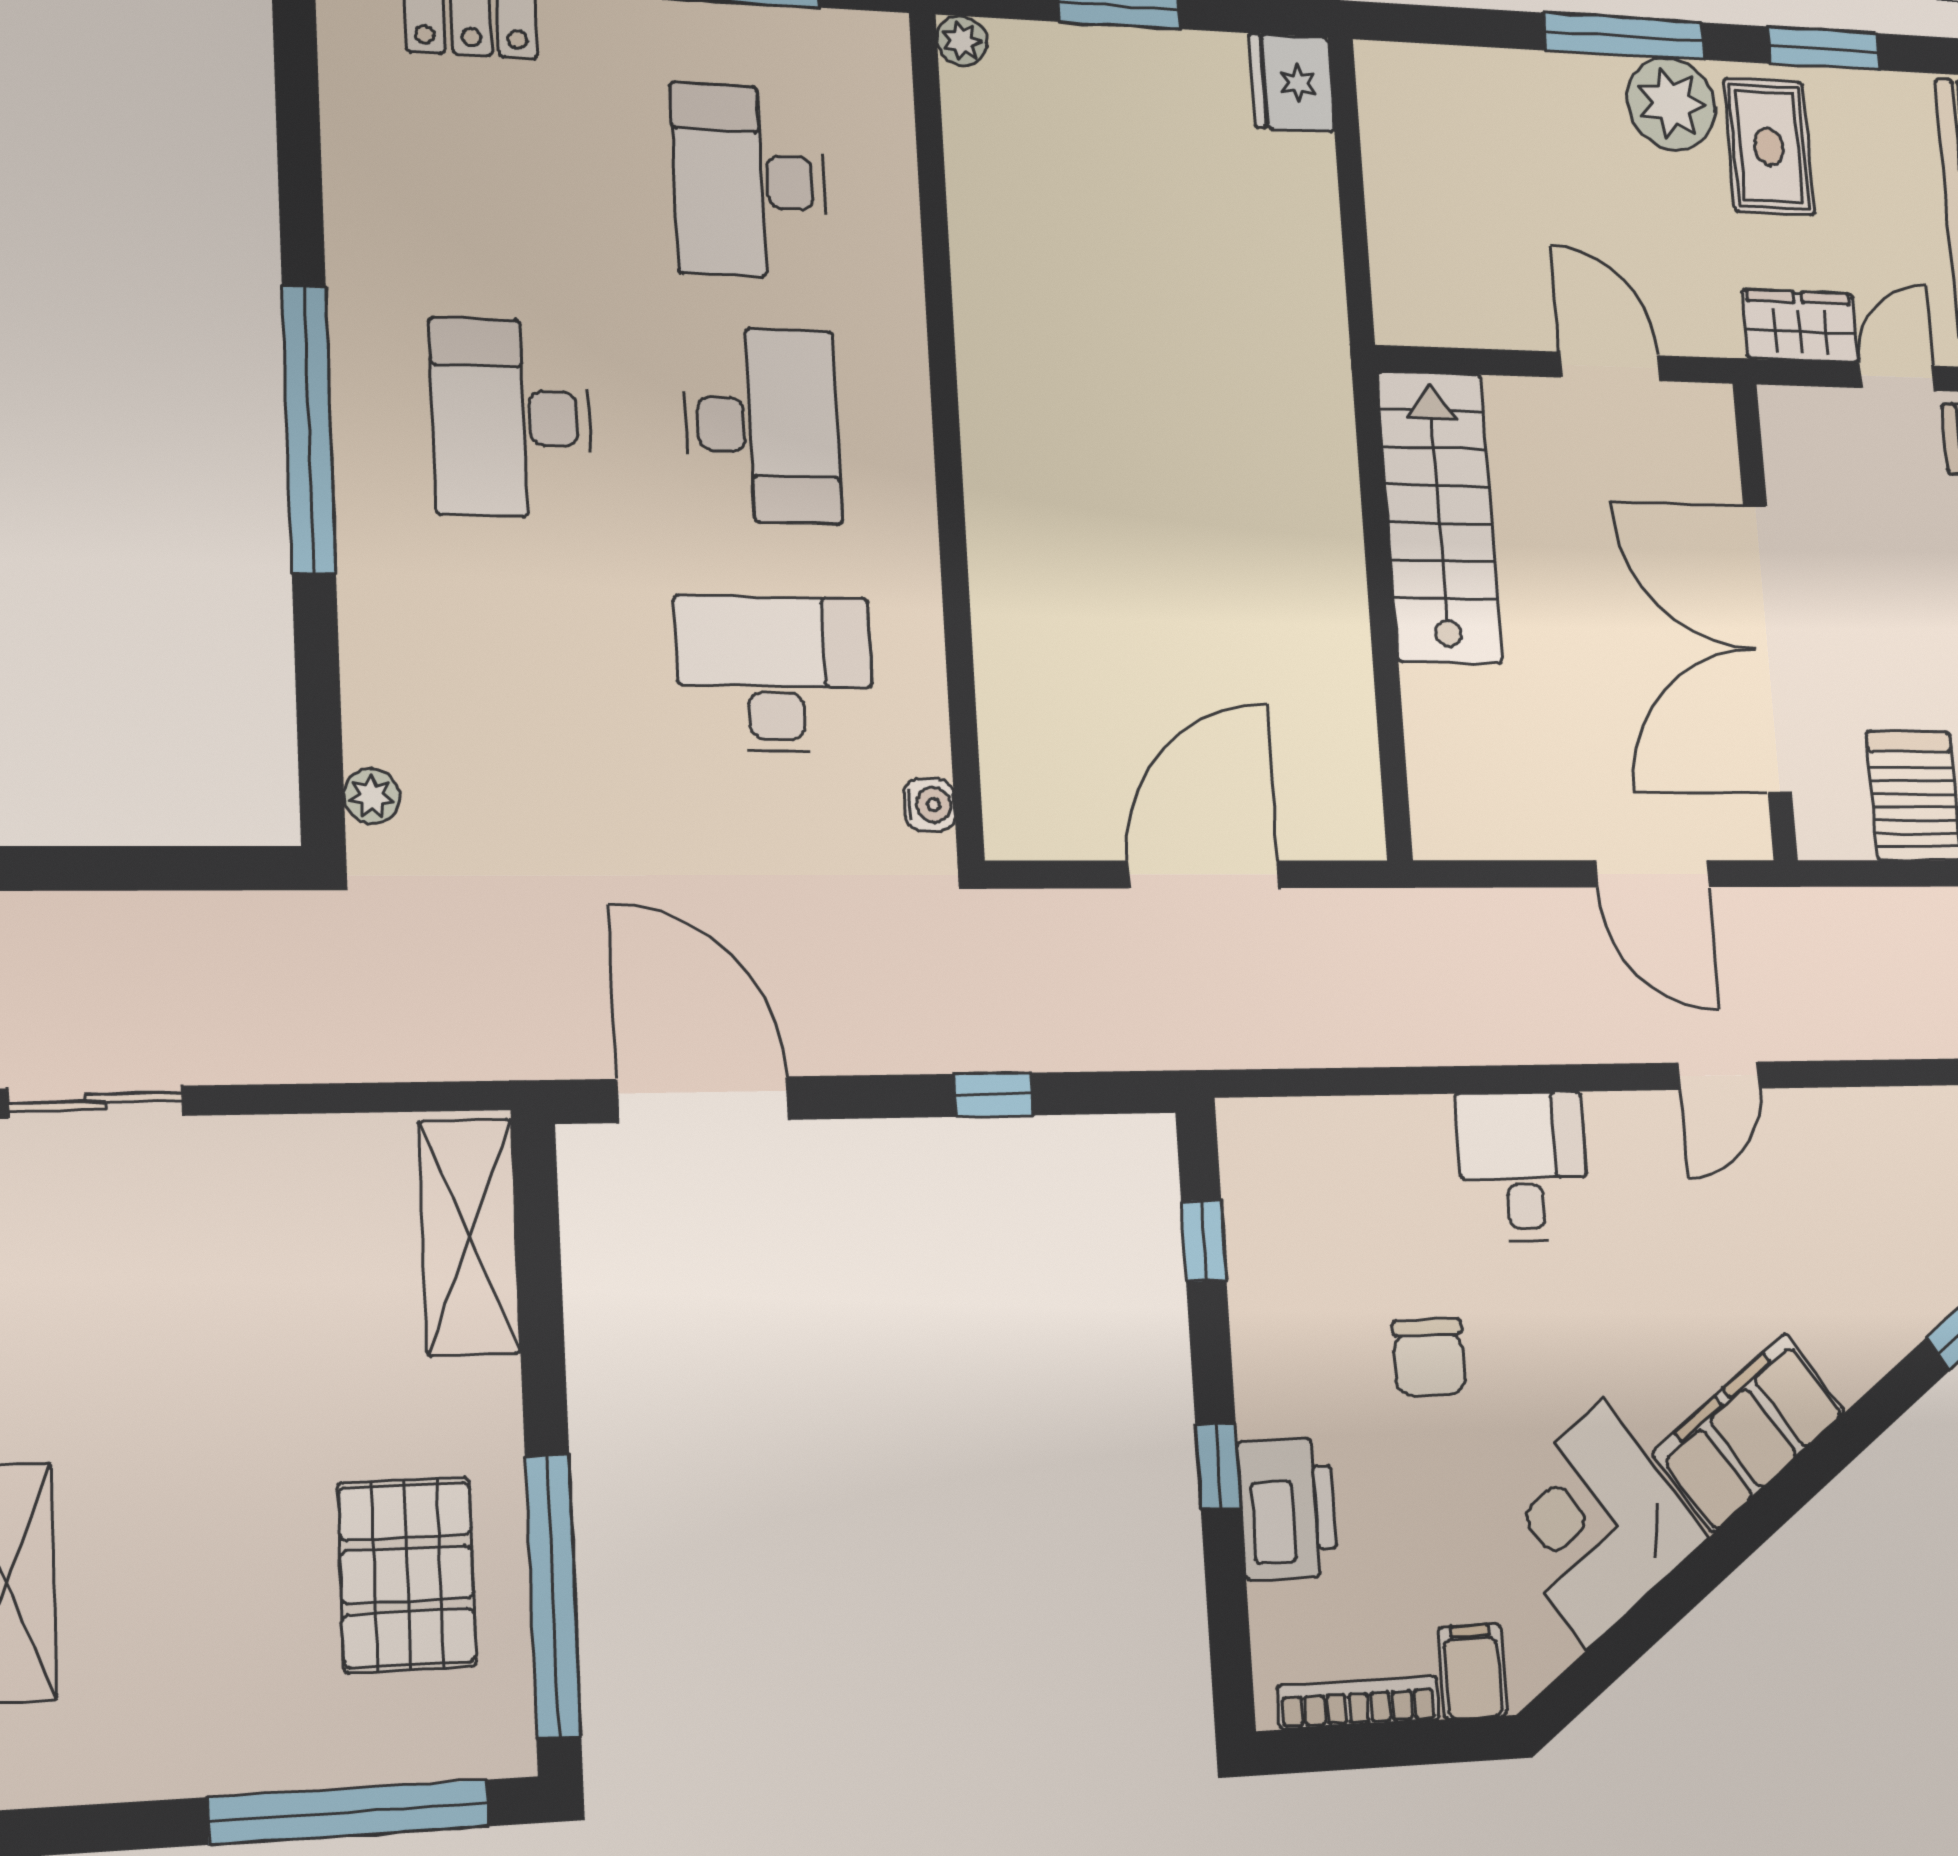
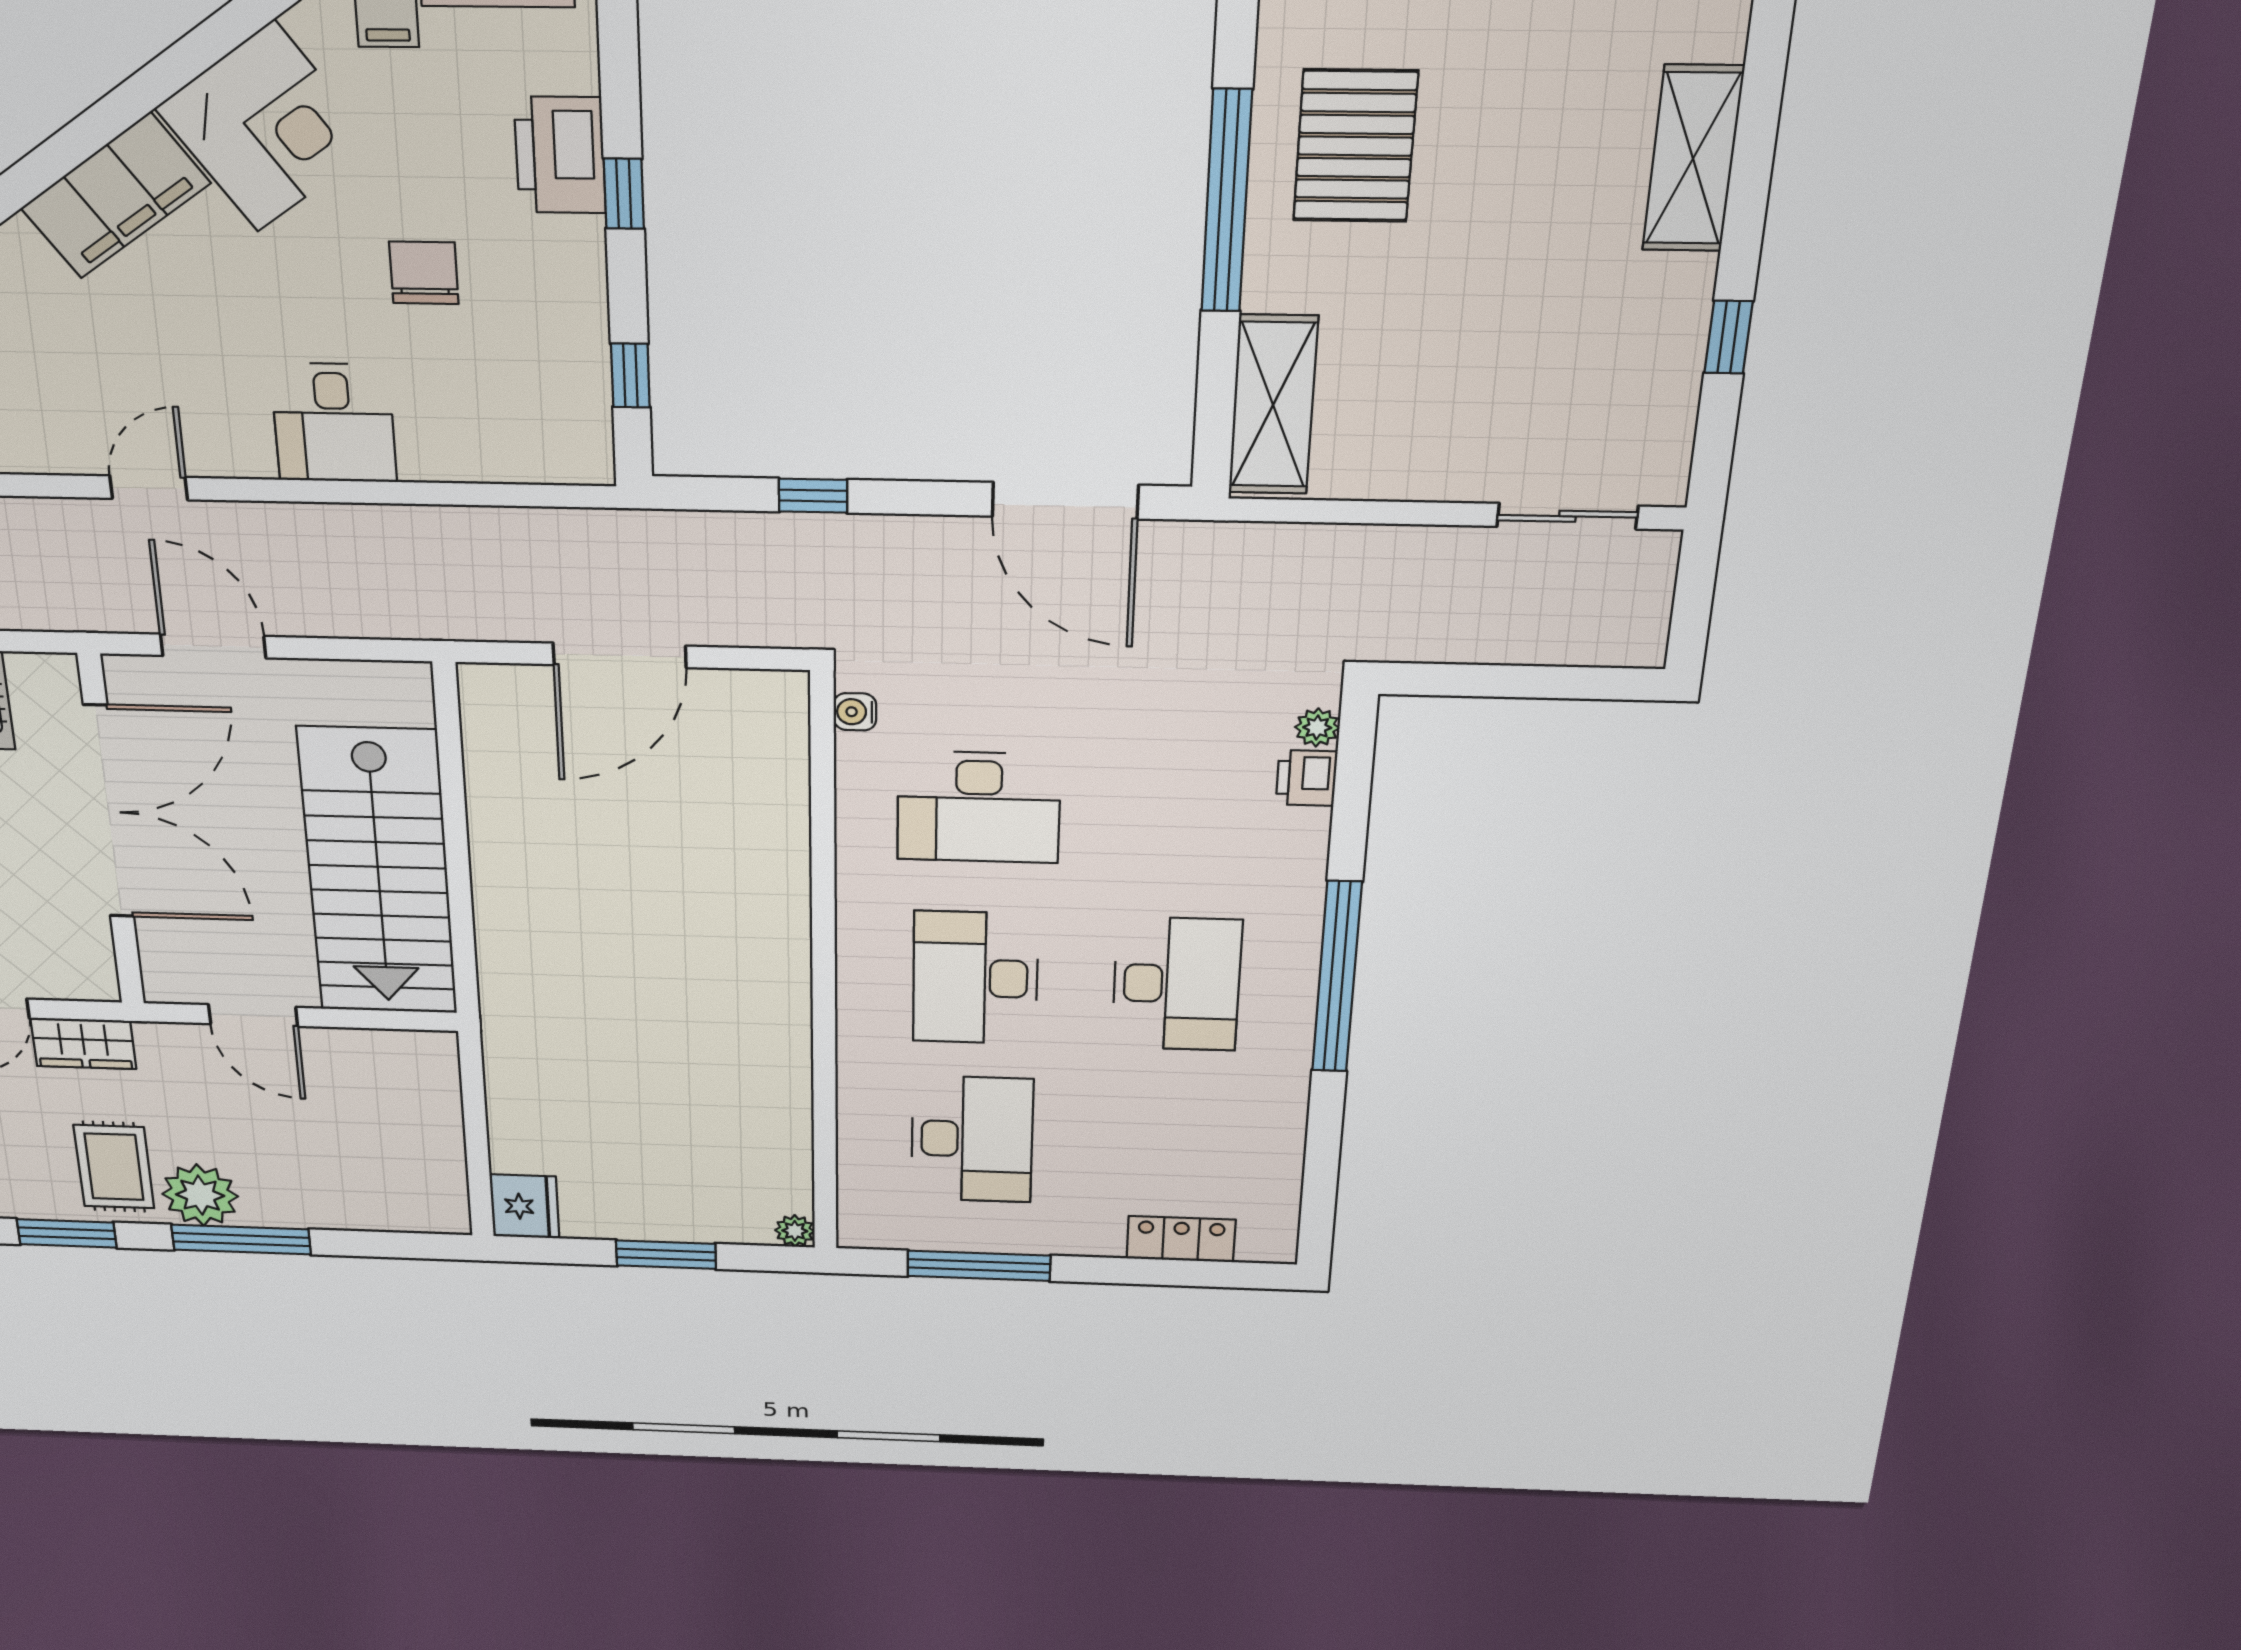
stairs: (1439, 517) -> (378, 872), width x1.36, depth x1.51
printer: (378, 724) -> (1306, 778), added
window: (553, 1596) -> (1227, 202), moved

